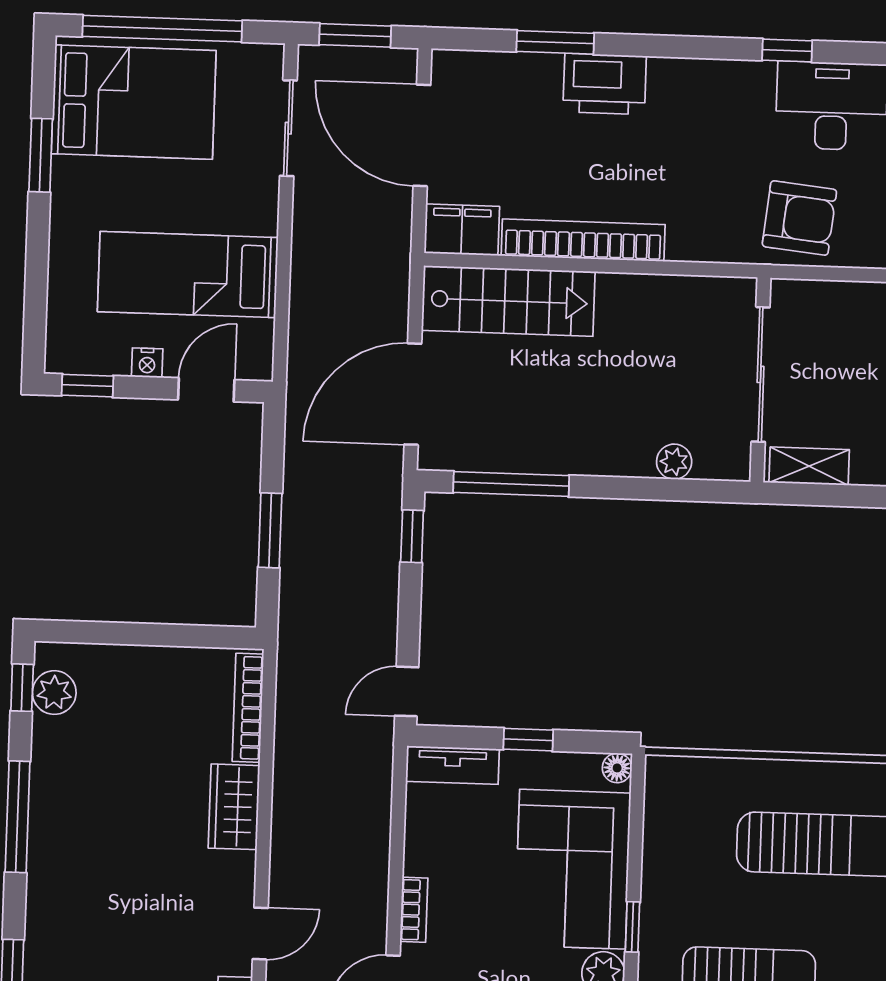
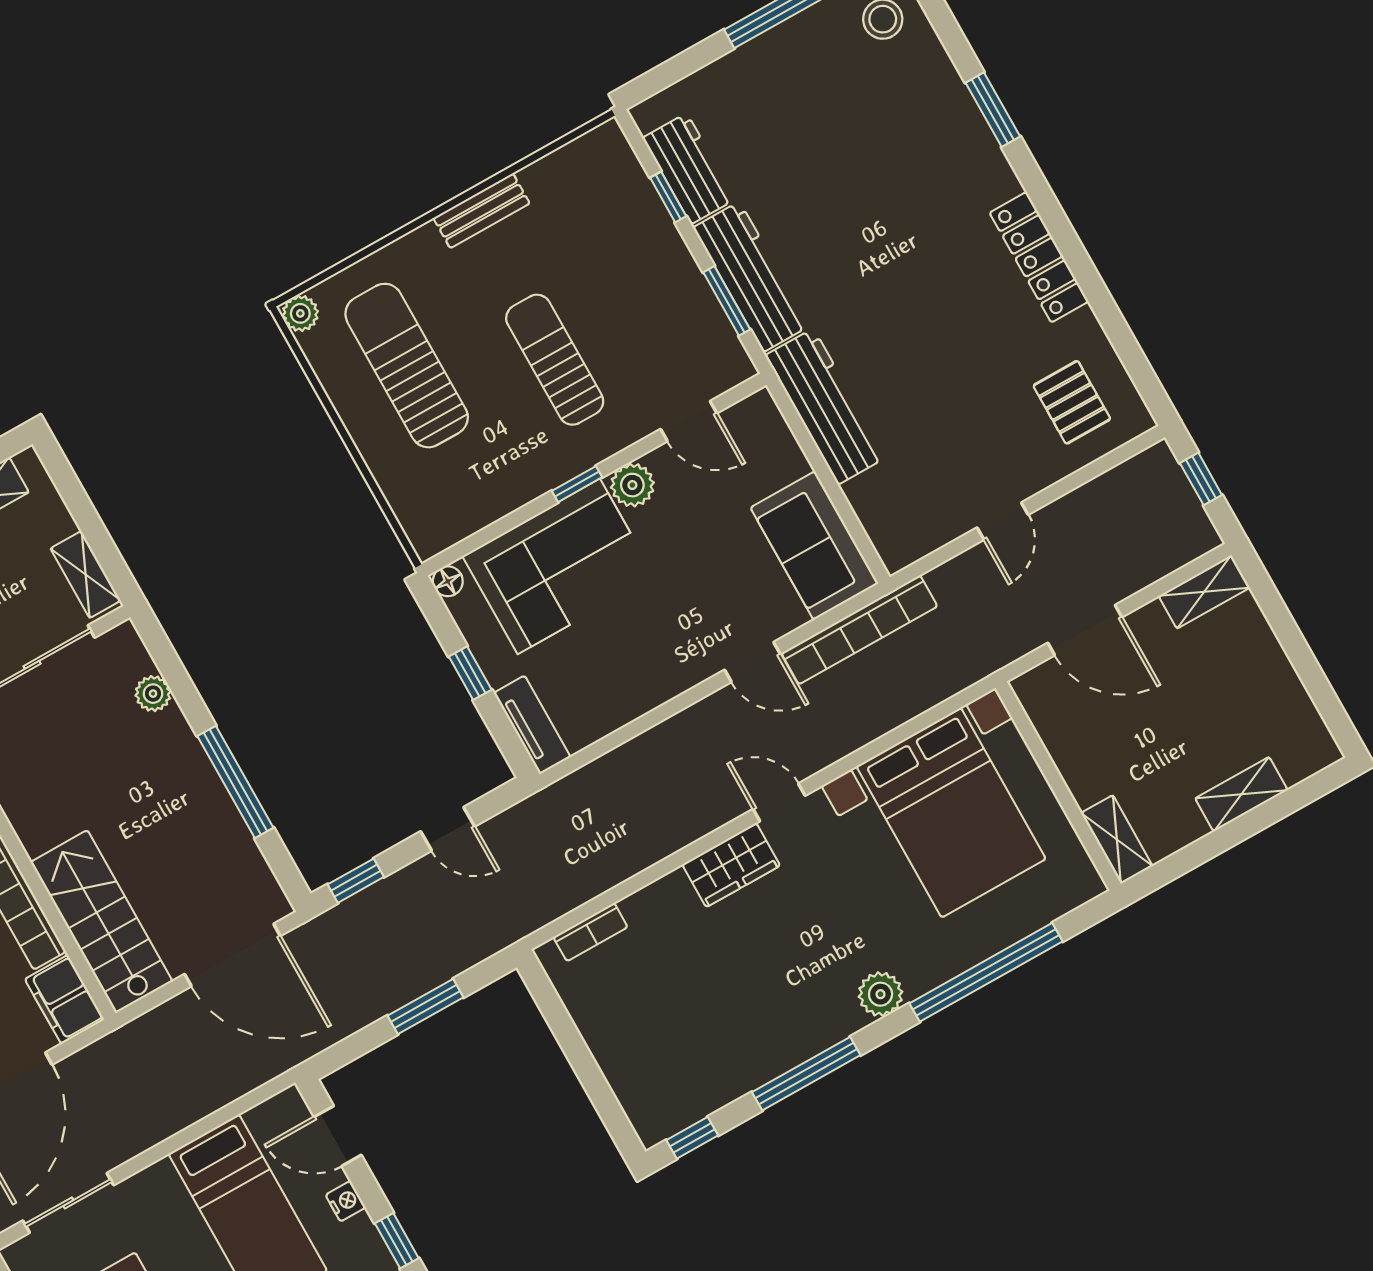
window: (511, 484) -> (235, 782), moved
door: (407, 691) -> (448, 829), moved
plant: (54, 693) -> (881, 994), moved
bookcase: (248, 708) -> (590, 932), width x0.64
wardrobe: (234, 807) -> (731, 865), moved
bookcase: (414, 910) -> (677, 682), removed

